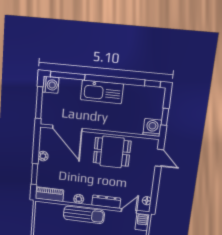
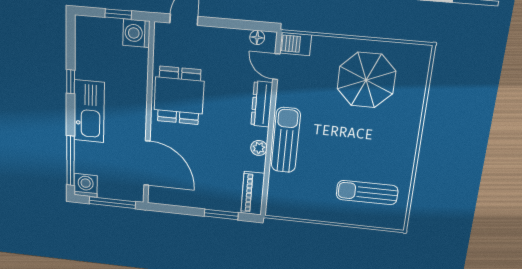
window: (152, 84) -> (71, 82), moved
door: (67, 128) -> (147, 163), hinge flipped
plant: (43, 156) -> (192, 200), removed

